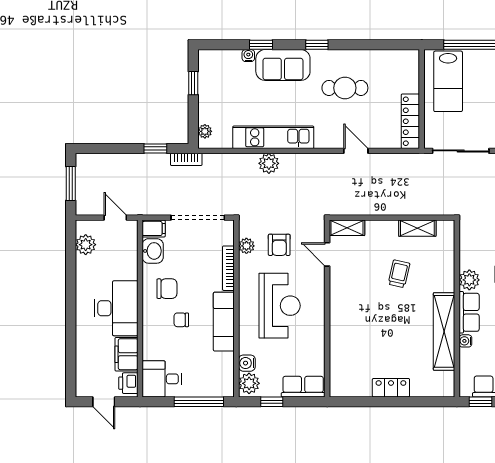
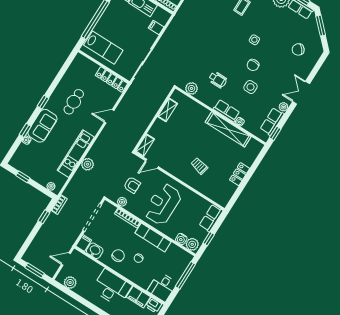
trolley: (399, 274) -> (199, 166), moved
plant: (469, 280) -> (192, 88), moved
reception desk: (280, 306) -> (163, 204), turned -90

